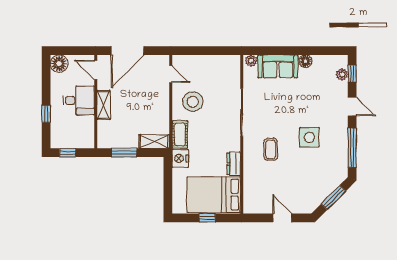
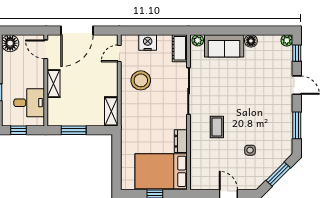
door: (171, 74) -> (119, 53), swing flipped
plant: (342, 74) -> (287, 40), moved
desk: (79, 100) -> (29, 103), moved
cot: (180, 134) -> (180, 48), moved
side table: (309, 137) -> (250, 150), moved, width x0.54, depth x0.54
shelving: (154, 142) -> (111, 111), moved, turned 90
window: (352, 148) -> (297, 125), width x0.69
nightstand: (180, 158) -> (148, 43), moved, turned 90

